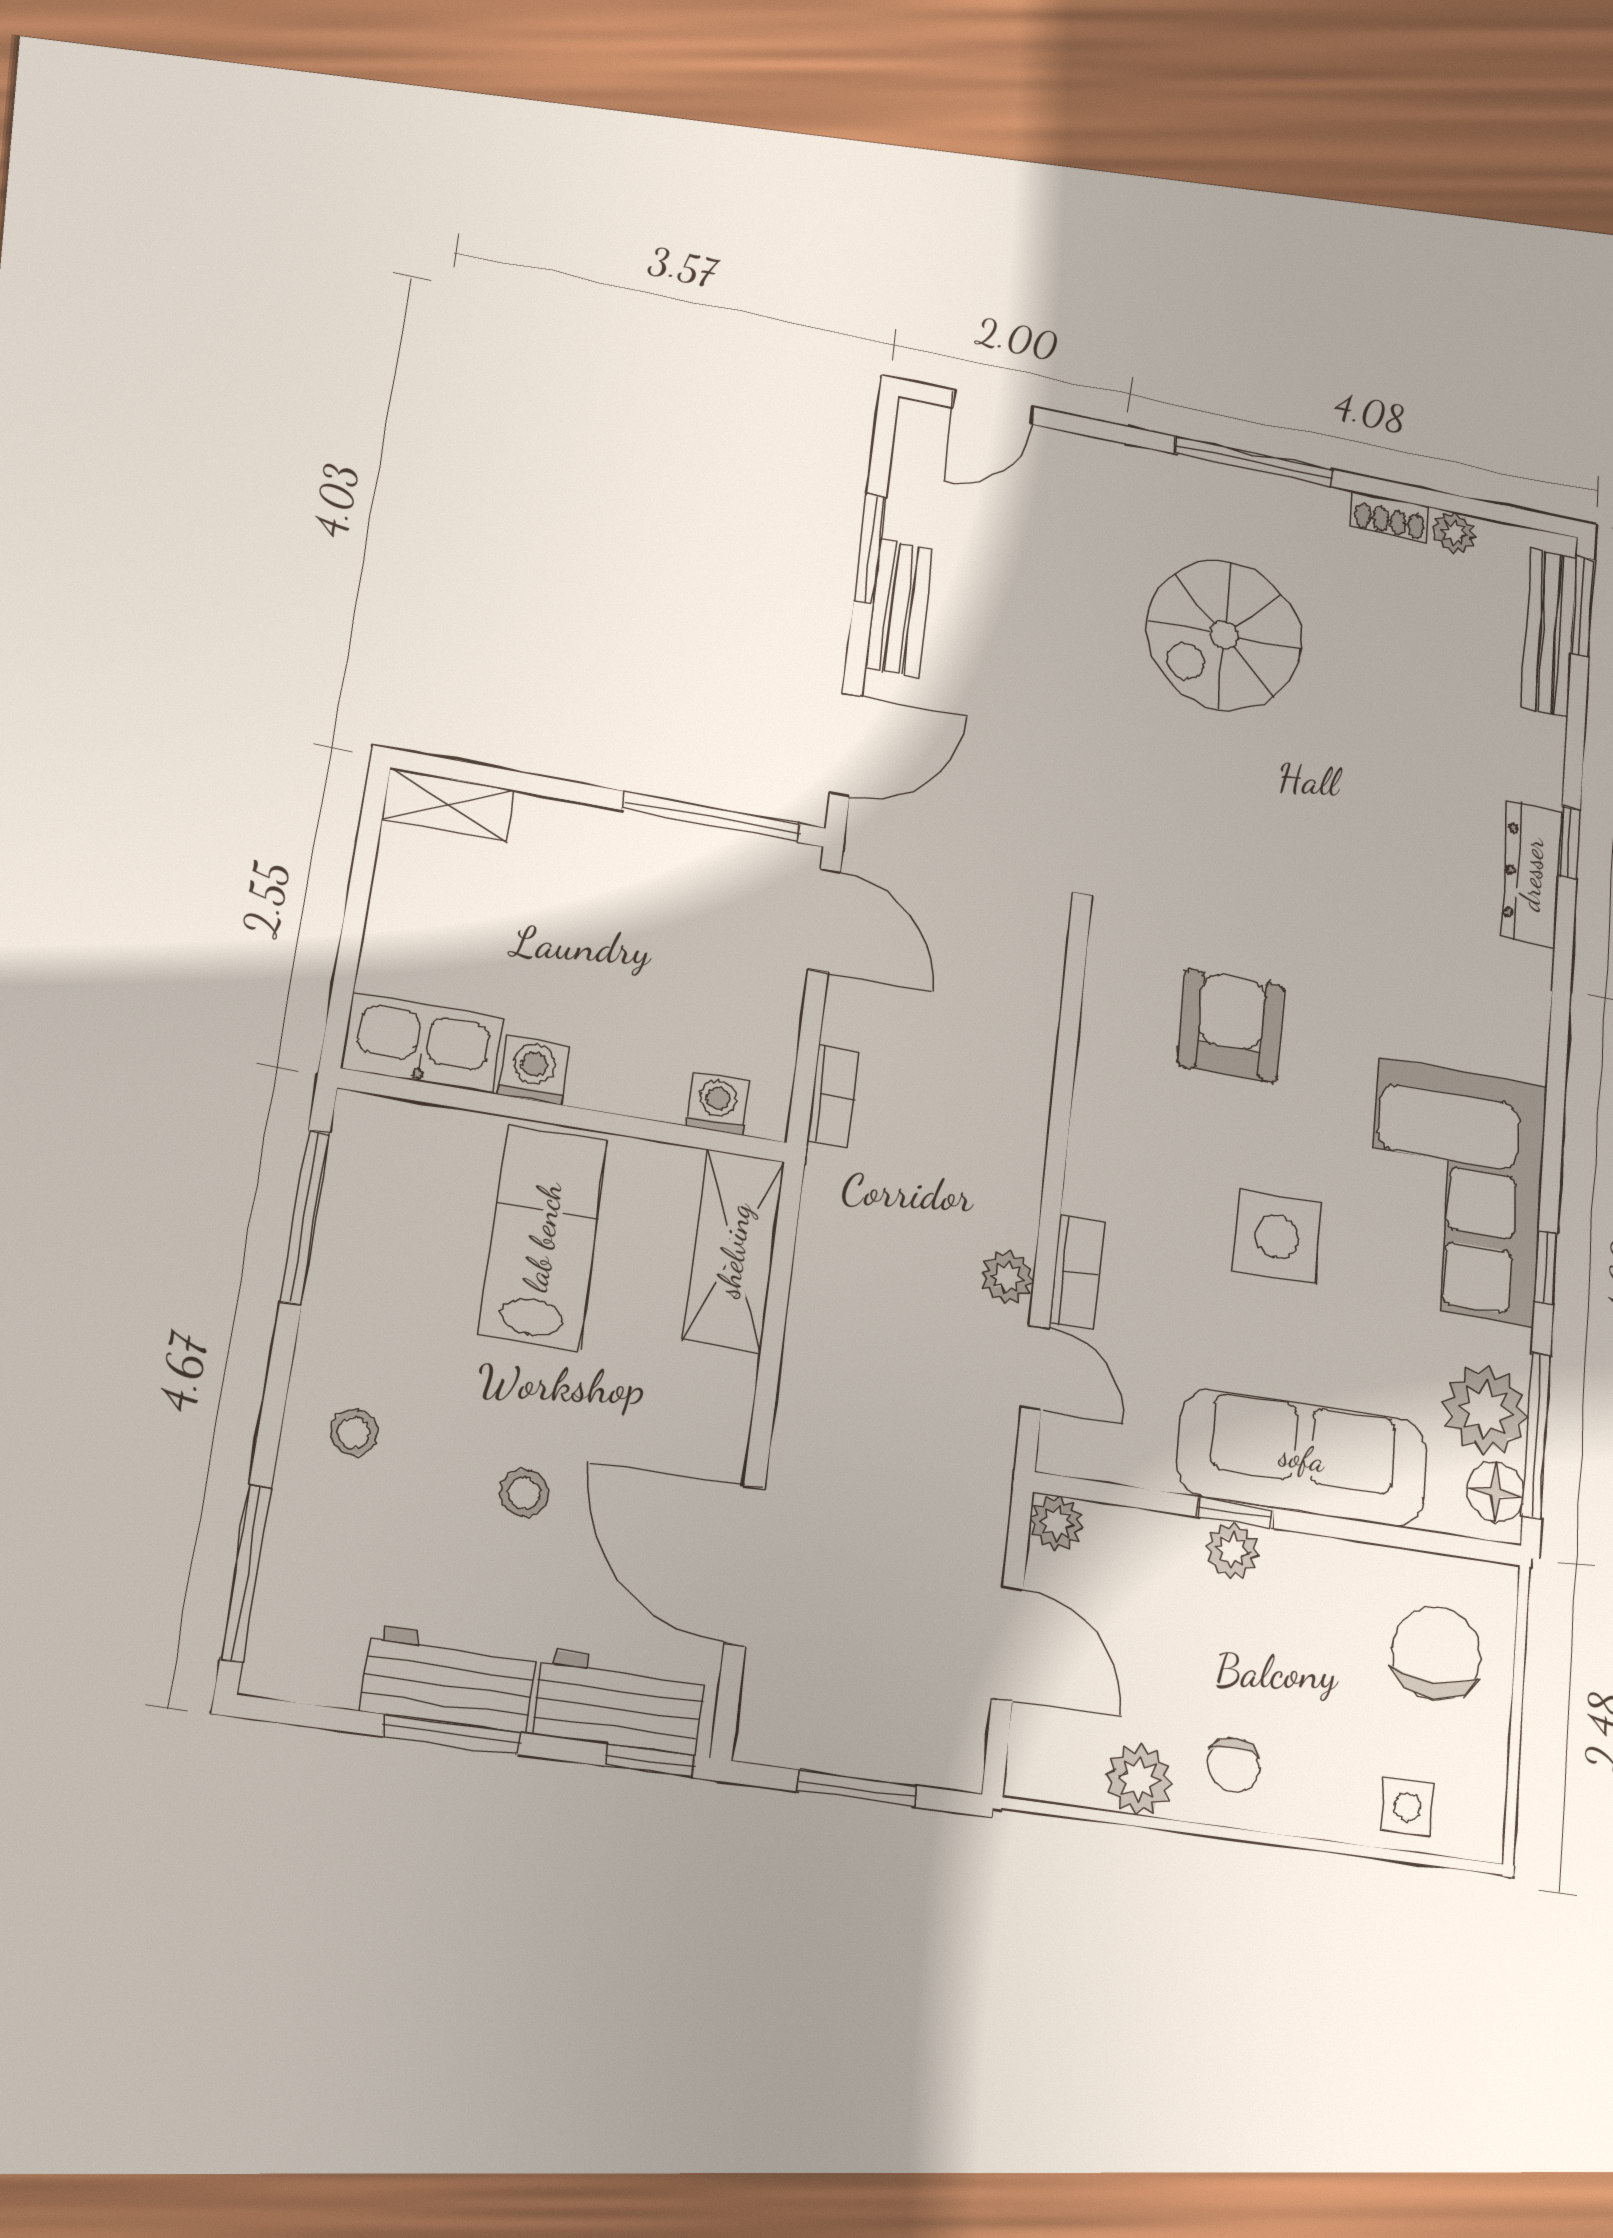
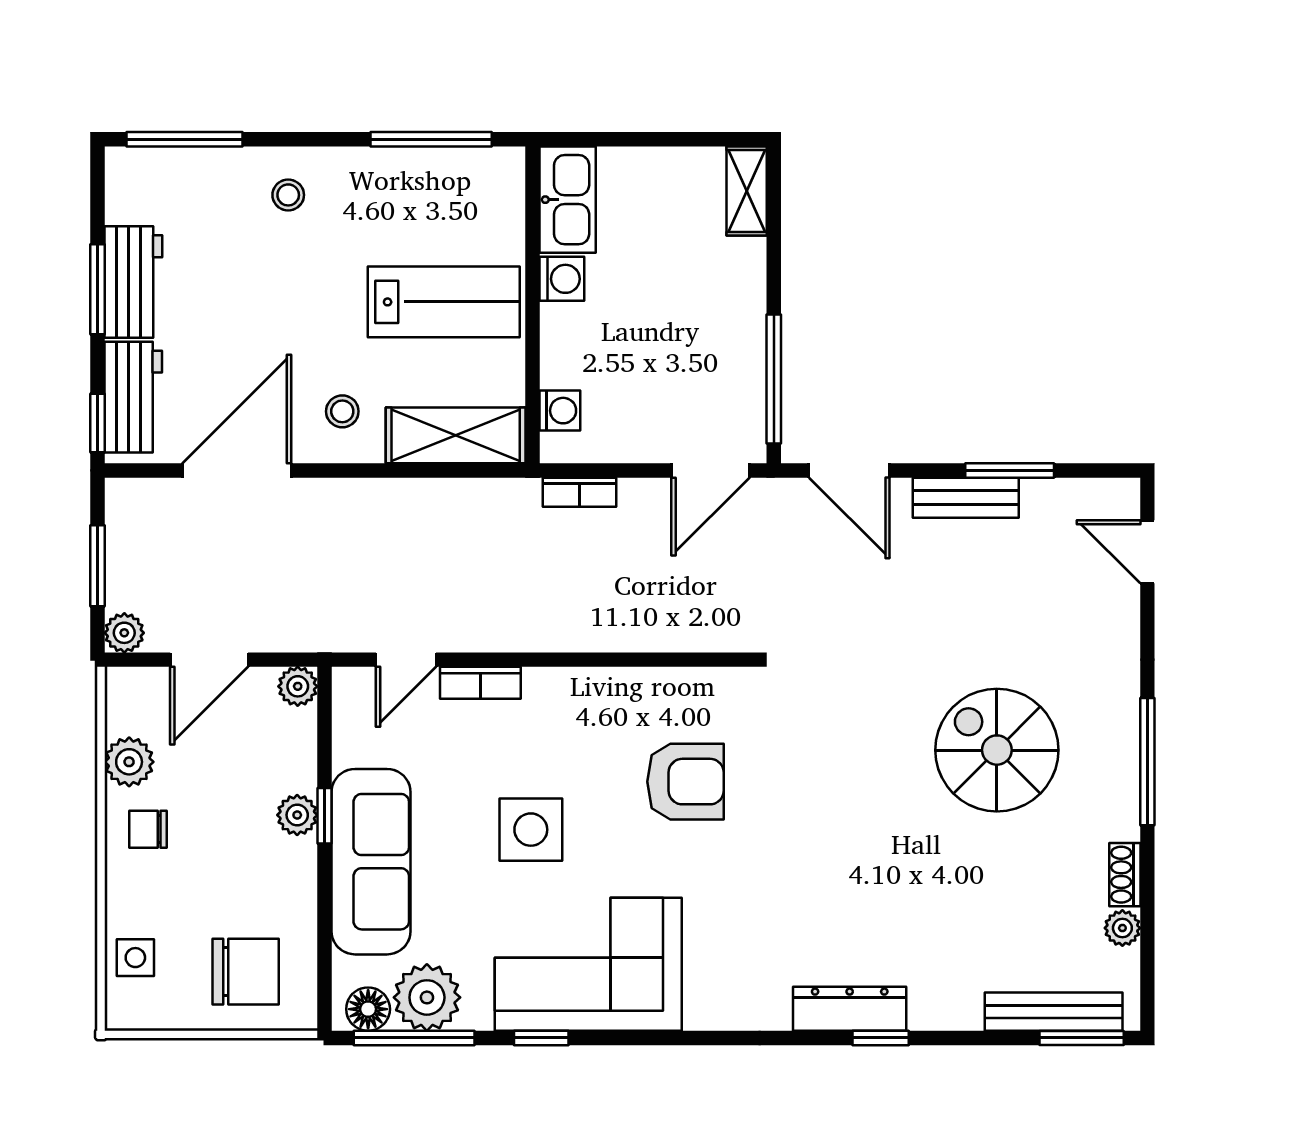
plant: (1007, 1278) -> (124, 633), moved
stool: (524, 1493) -> (342, 411), moved

